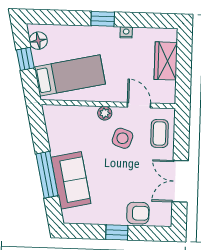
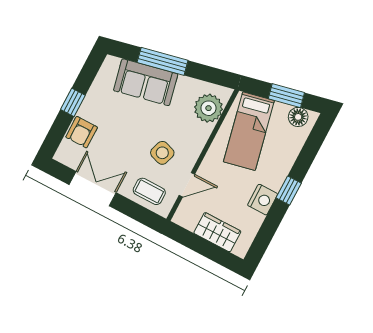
nightstand: (126, 32) -> (263, 200), width x1.89, depth x1.79
window: (25, 59) -> (286, 96), width x1.50
plant: (105, 113) -> (208, 108), moved, width x1.87, depth x1.87

